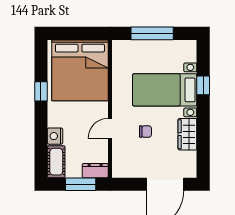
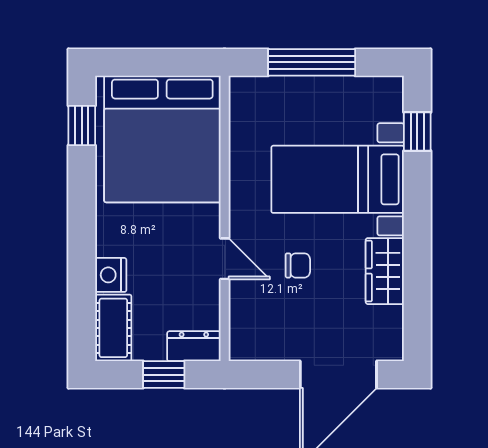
window: (203, 85) -> (417, 132), moved
window: (41, 91) -> (82, 126), moved
door: (110, 128) -> (225, 259), swing flipped
window: (81, 184) -> (164, 375), width x0.67

